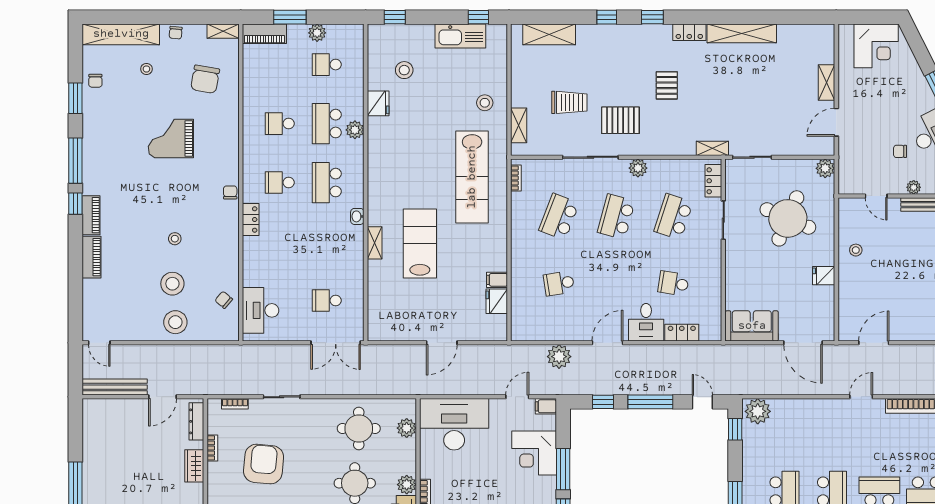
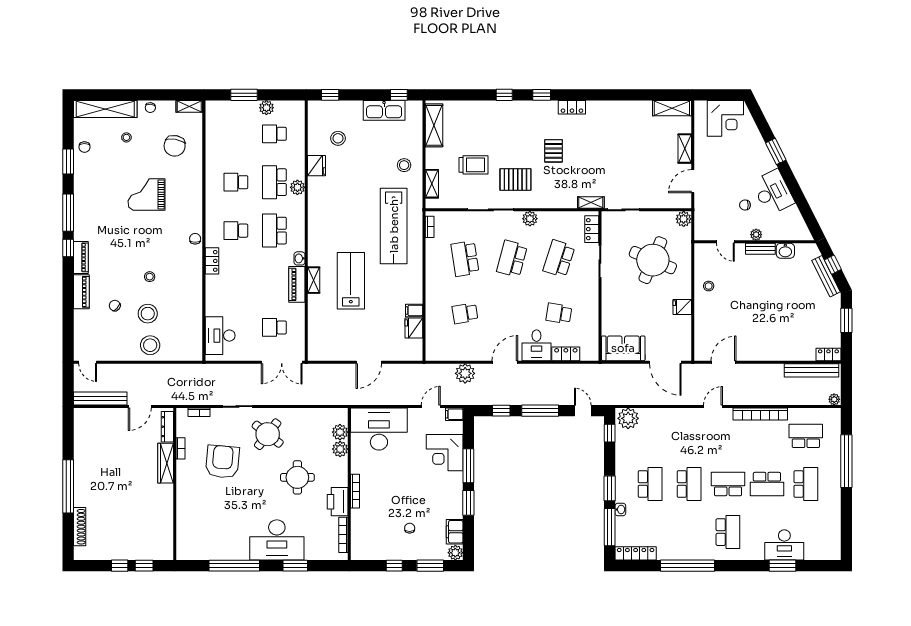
shelving: (742, 33) -> (672, 108), moved, width x0.68
piano: (264, 34) -> (297, 284), moved, turned 90
shelving: (549, 34) -> (434, 125), moved, turned 90
school desk: (559, 217) -> (465, 259), turned -30
chair: (224, 300) -> (115, 306), moved
round table: (359, 429) -> (268, 434), moved, turned 38
wardrobe: (194, 466) -> (166, 463), width x1.50
plant: (407, 485) -> (340, 449), moved

